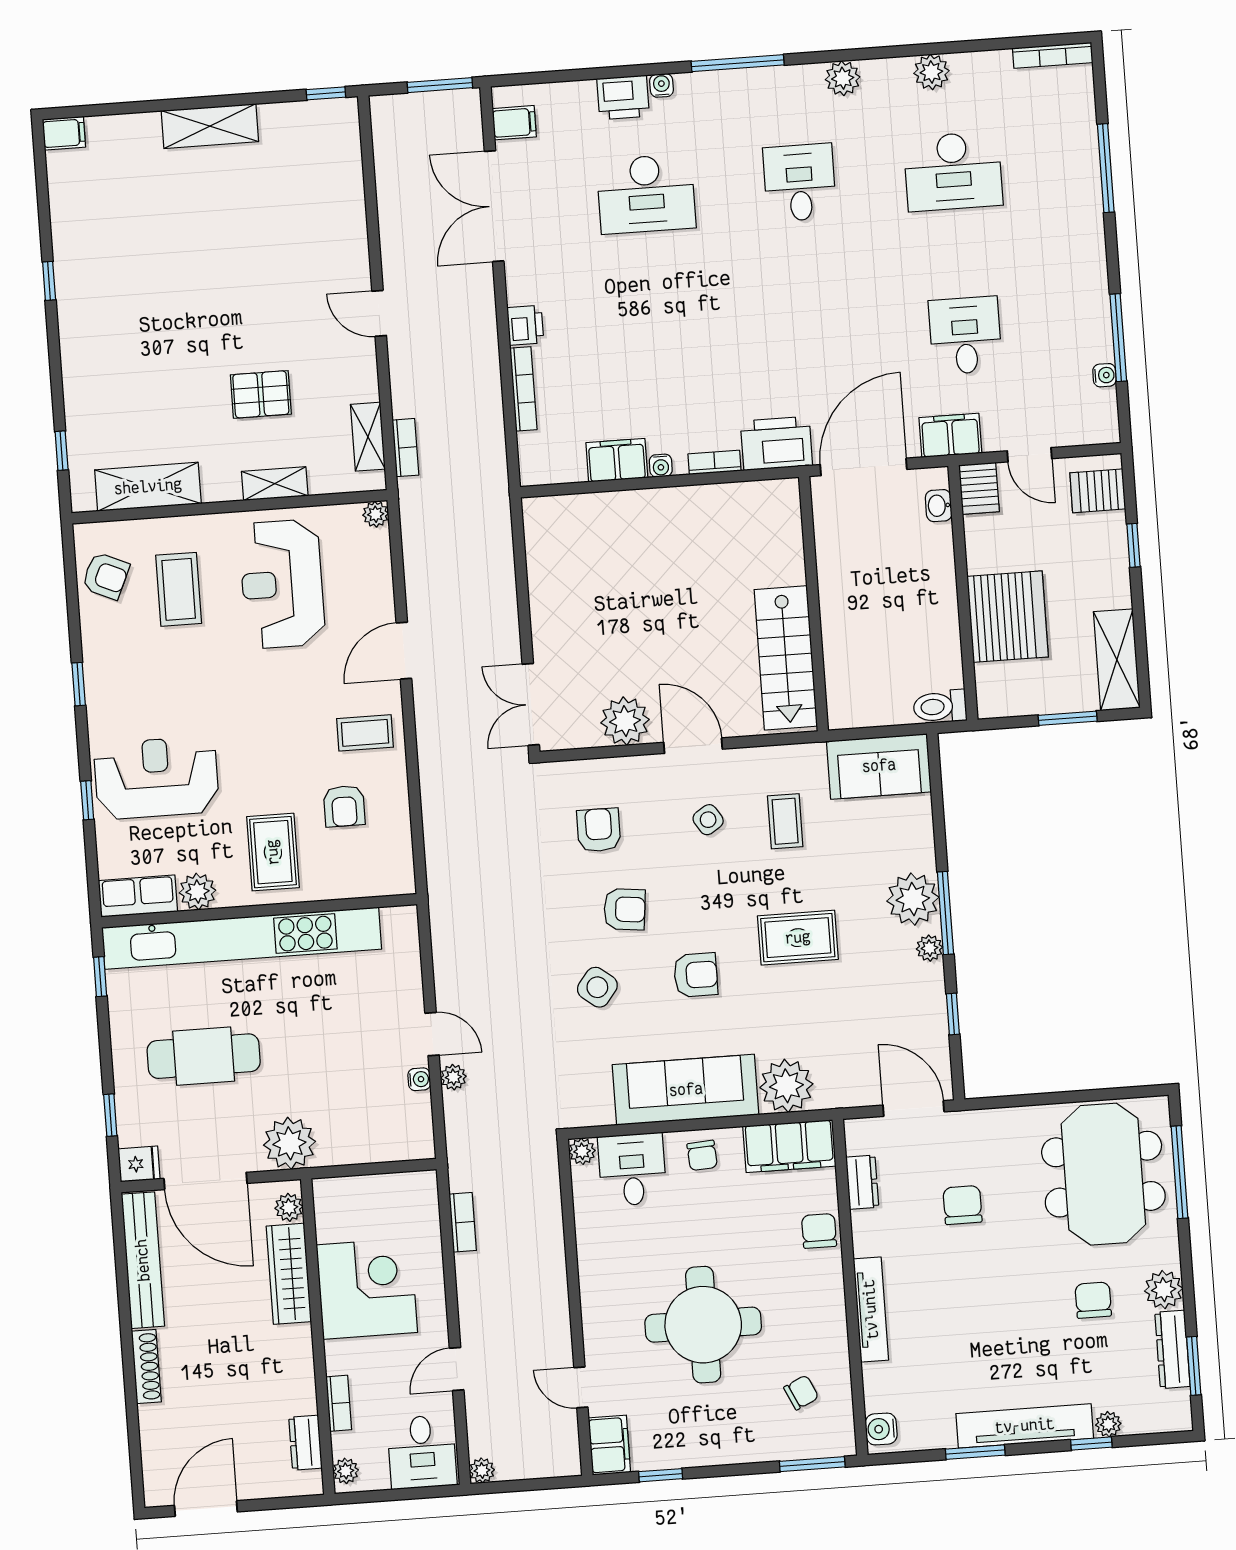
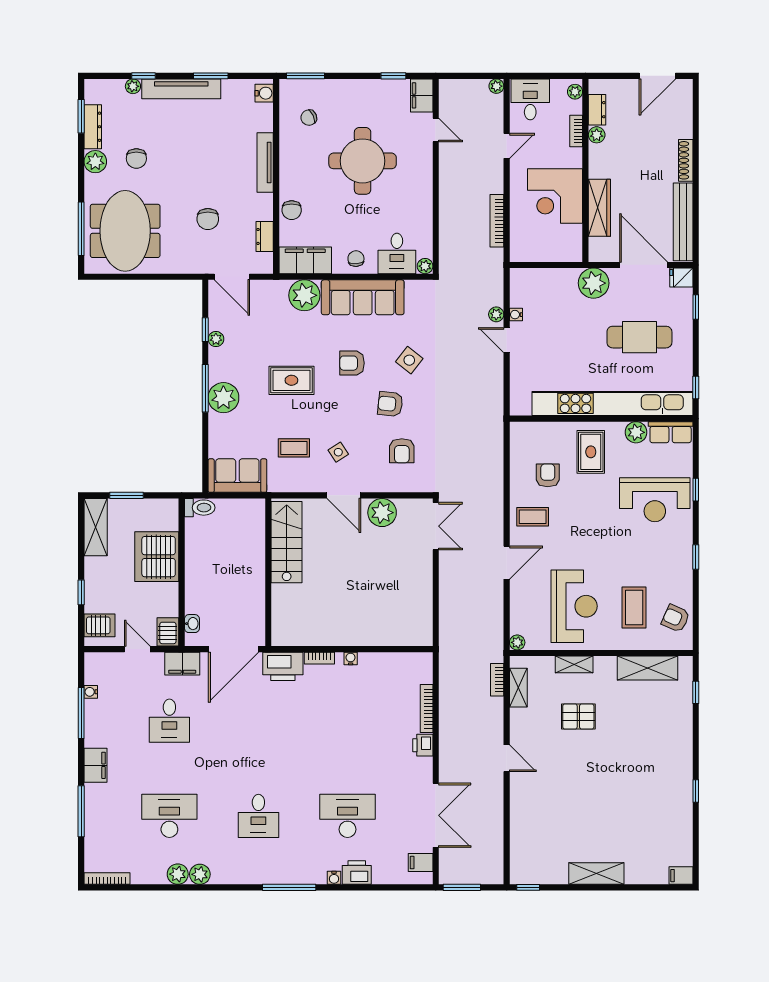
plant: (843, 78) -> (200, 874), moved
filing cabinet: (617, 460) -> (96, 765), moved, turned -90
coffee table: (785, 821) -> (294, 448), turned 90
plant: (930, 948) -> (216, 339), moved
plant: (289, 1207) -> (597, 135), moved
bookcase: (463, 1222) -> (497, 221), width x1.56

